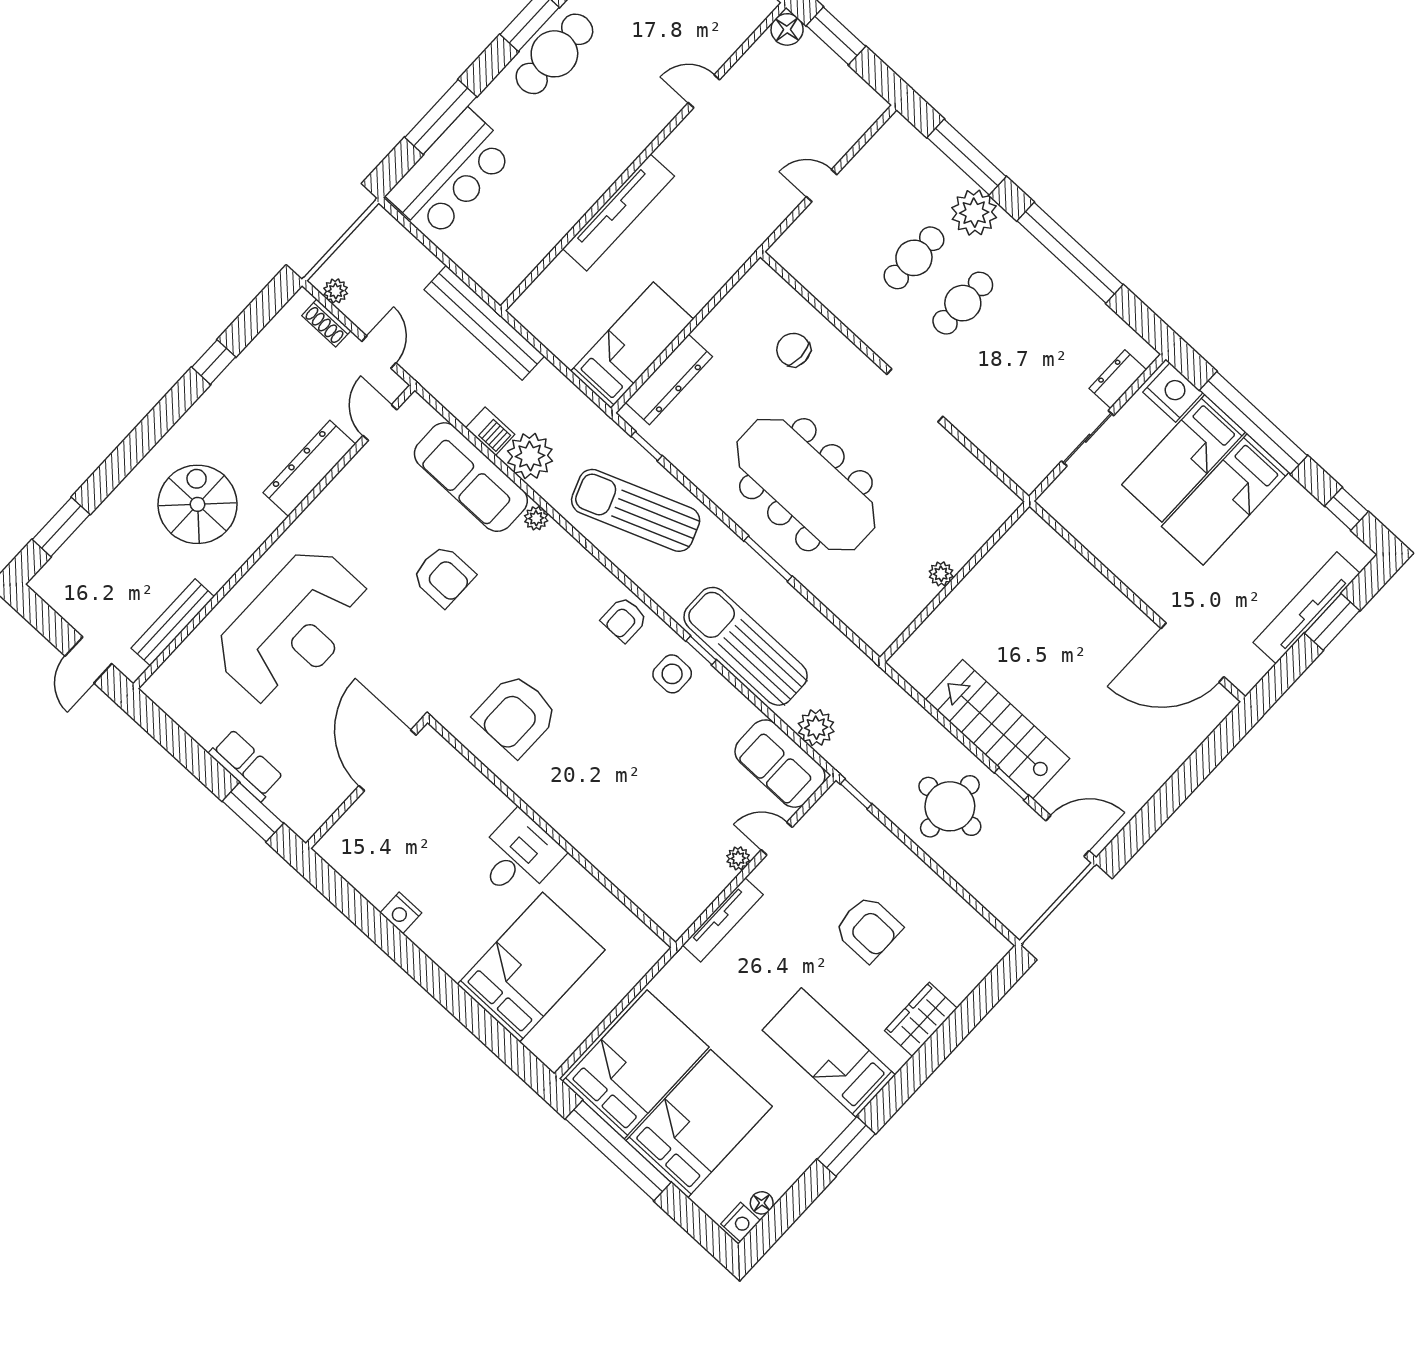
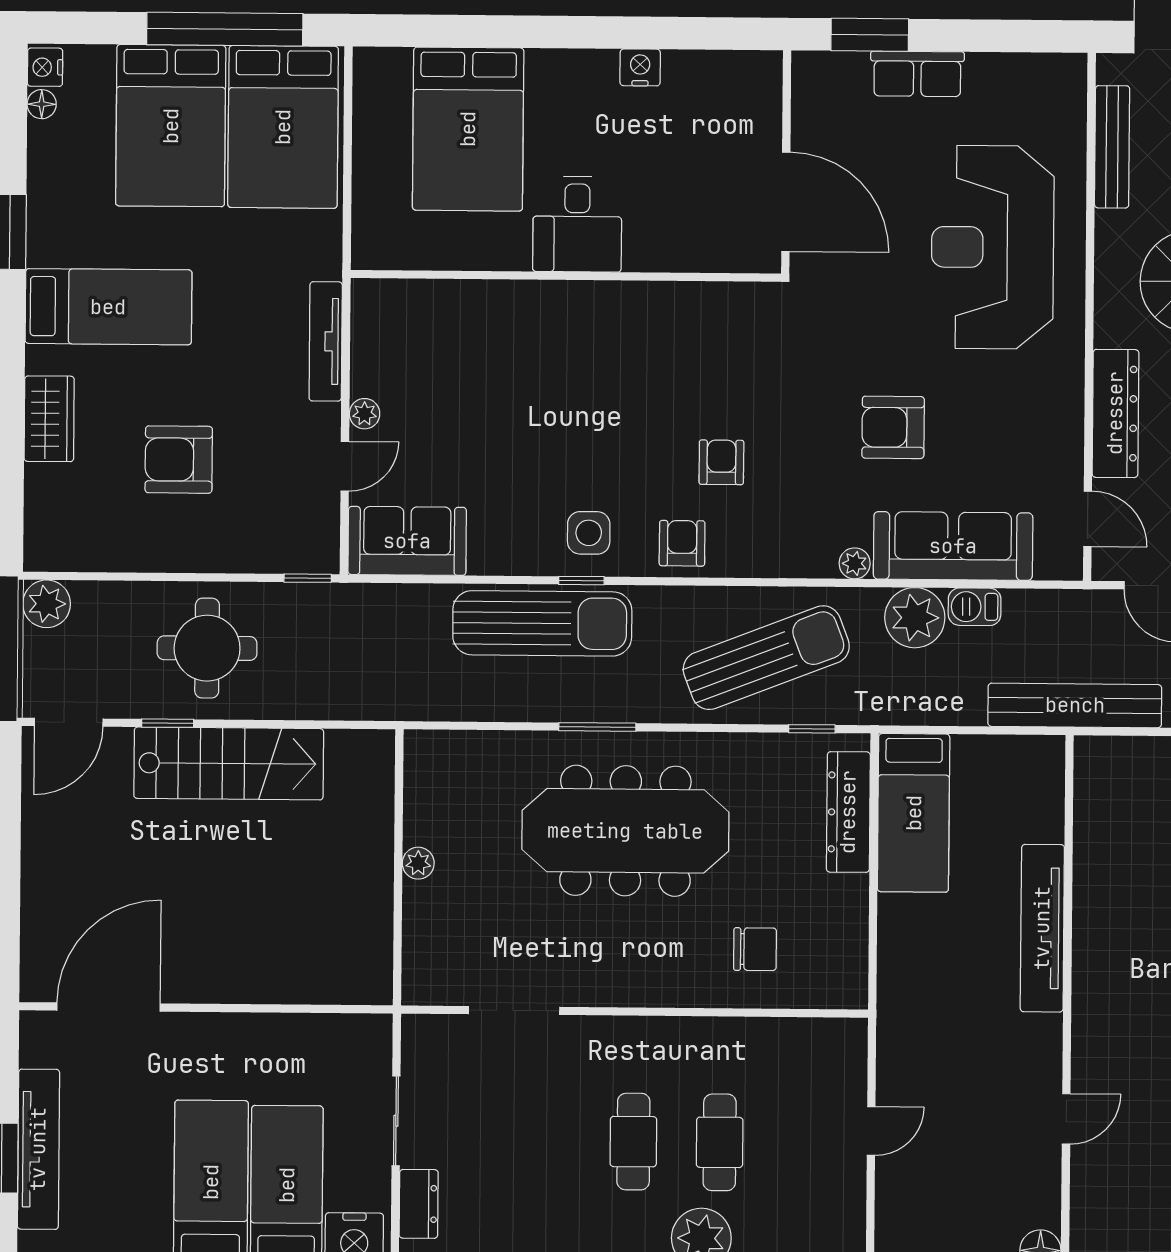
doorway: (915, 395) -> (514, 1011), moved
armchair: (516, 715) -> (721, 462), moved, width x0.53, depth x0.53
plant: (816, 728) -> (47, 604), moved

